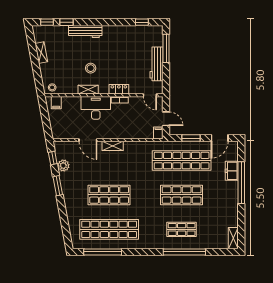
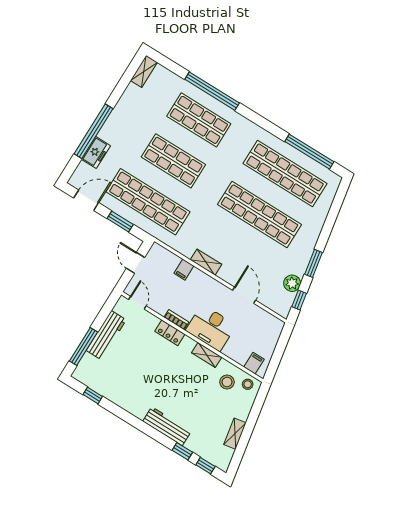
stool: (91, 68) -> (227, 382), moved
filing cabinet: (158, 133) -> (184, 270), moved
shelving: (113, 146) -> (206, 262), moved
shop shelf: (109, 195) -> (259, 214), width x1.40
shop shelf: (182, 229) -> (199, 120), width x1.43, depth x1.36

